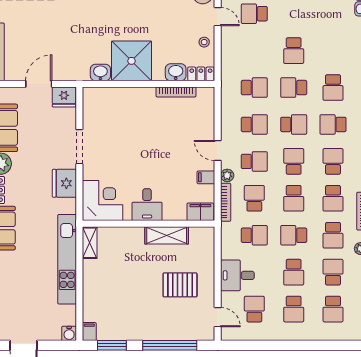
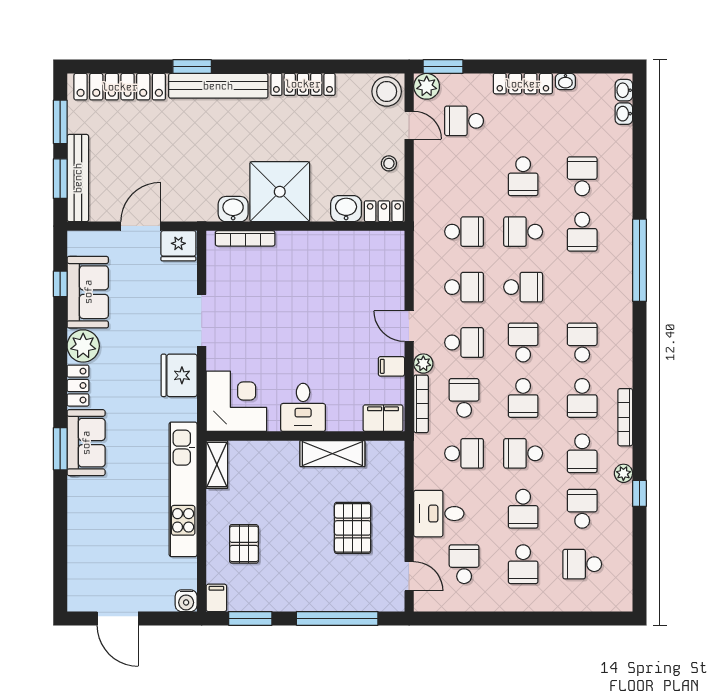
bookcase: (176, 92) -> (245, 238), moved
school desk: (333, 124) -> (582, 176), moved, turned 90
pallet: (180, 285) -> (353, 528), turned 90
pallet: (108, 296) -> (244, 544), added
school desk: (333, 309) -> (582, 564), turned 90

